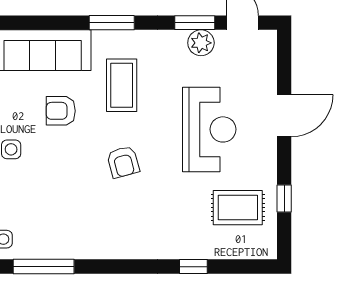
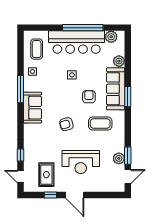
window: (112, 23) -> (128, 97), moved
door: (284, 116) -> (75, 195), moved
sofa: (86, 239) -> (32, 108), added
door: (243, 267) -> (20, 177), added

